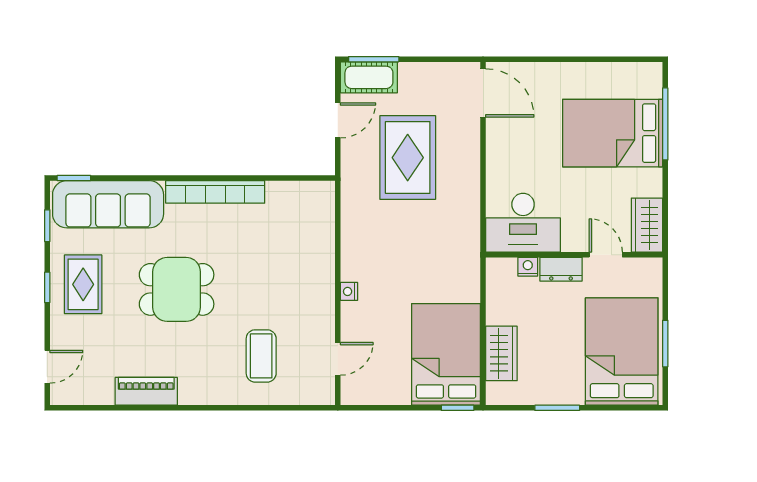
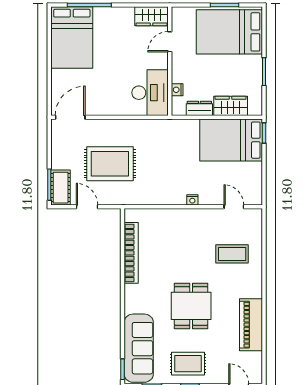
bed: (613, 133) -> (72, 38), moved
bookcase: (215, 192) -> (131, 253), moved
dresser: (561, 269) -> (199, 108), moved, turned -90
piano: (146, 391) -> (251, 325), width x1.37, depth x1.33

